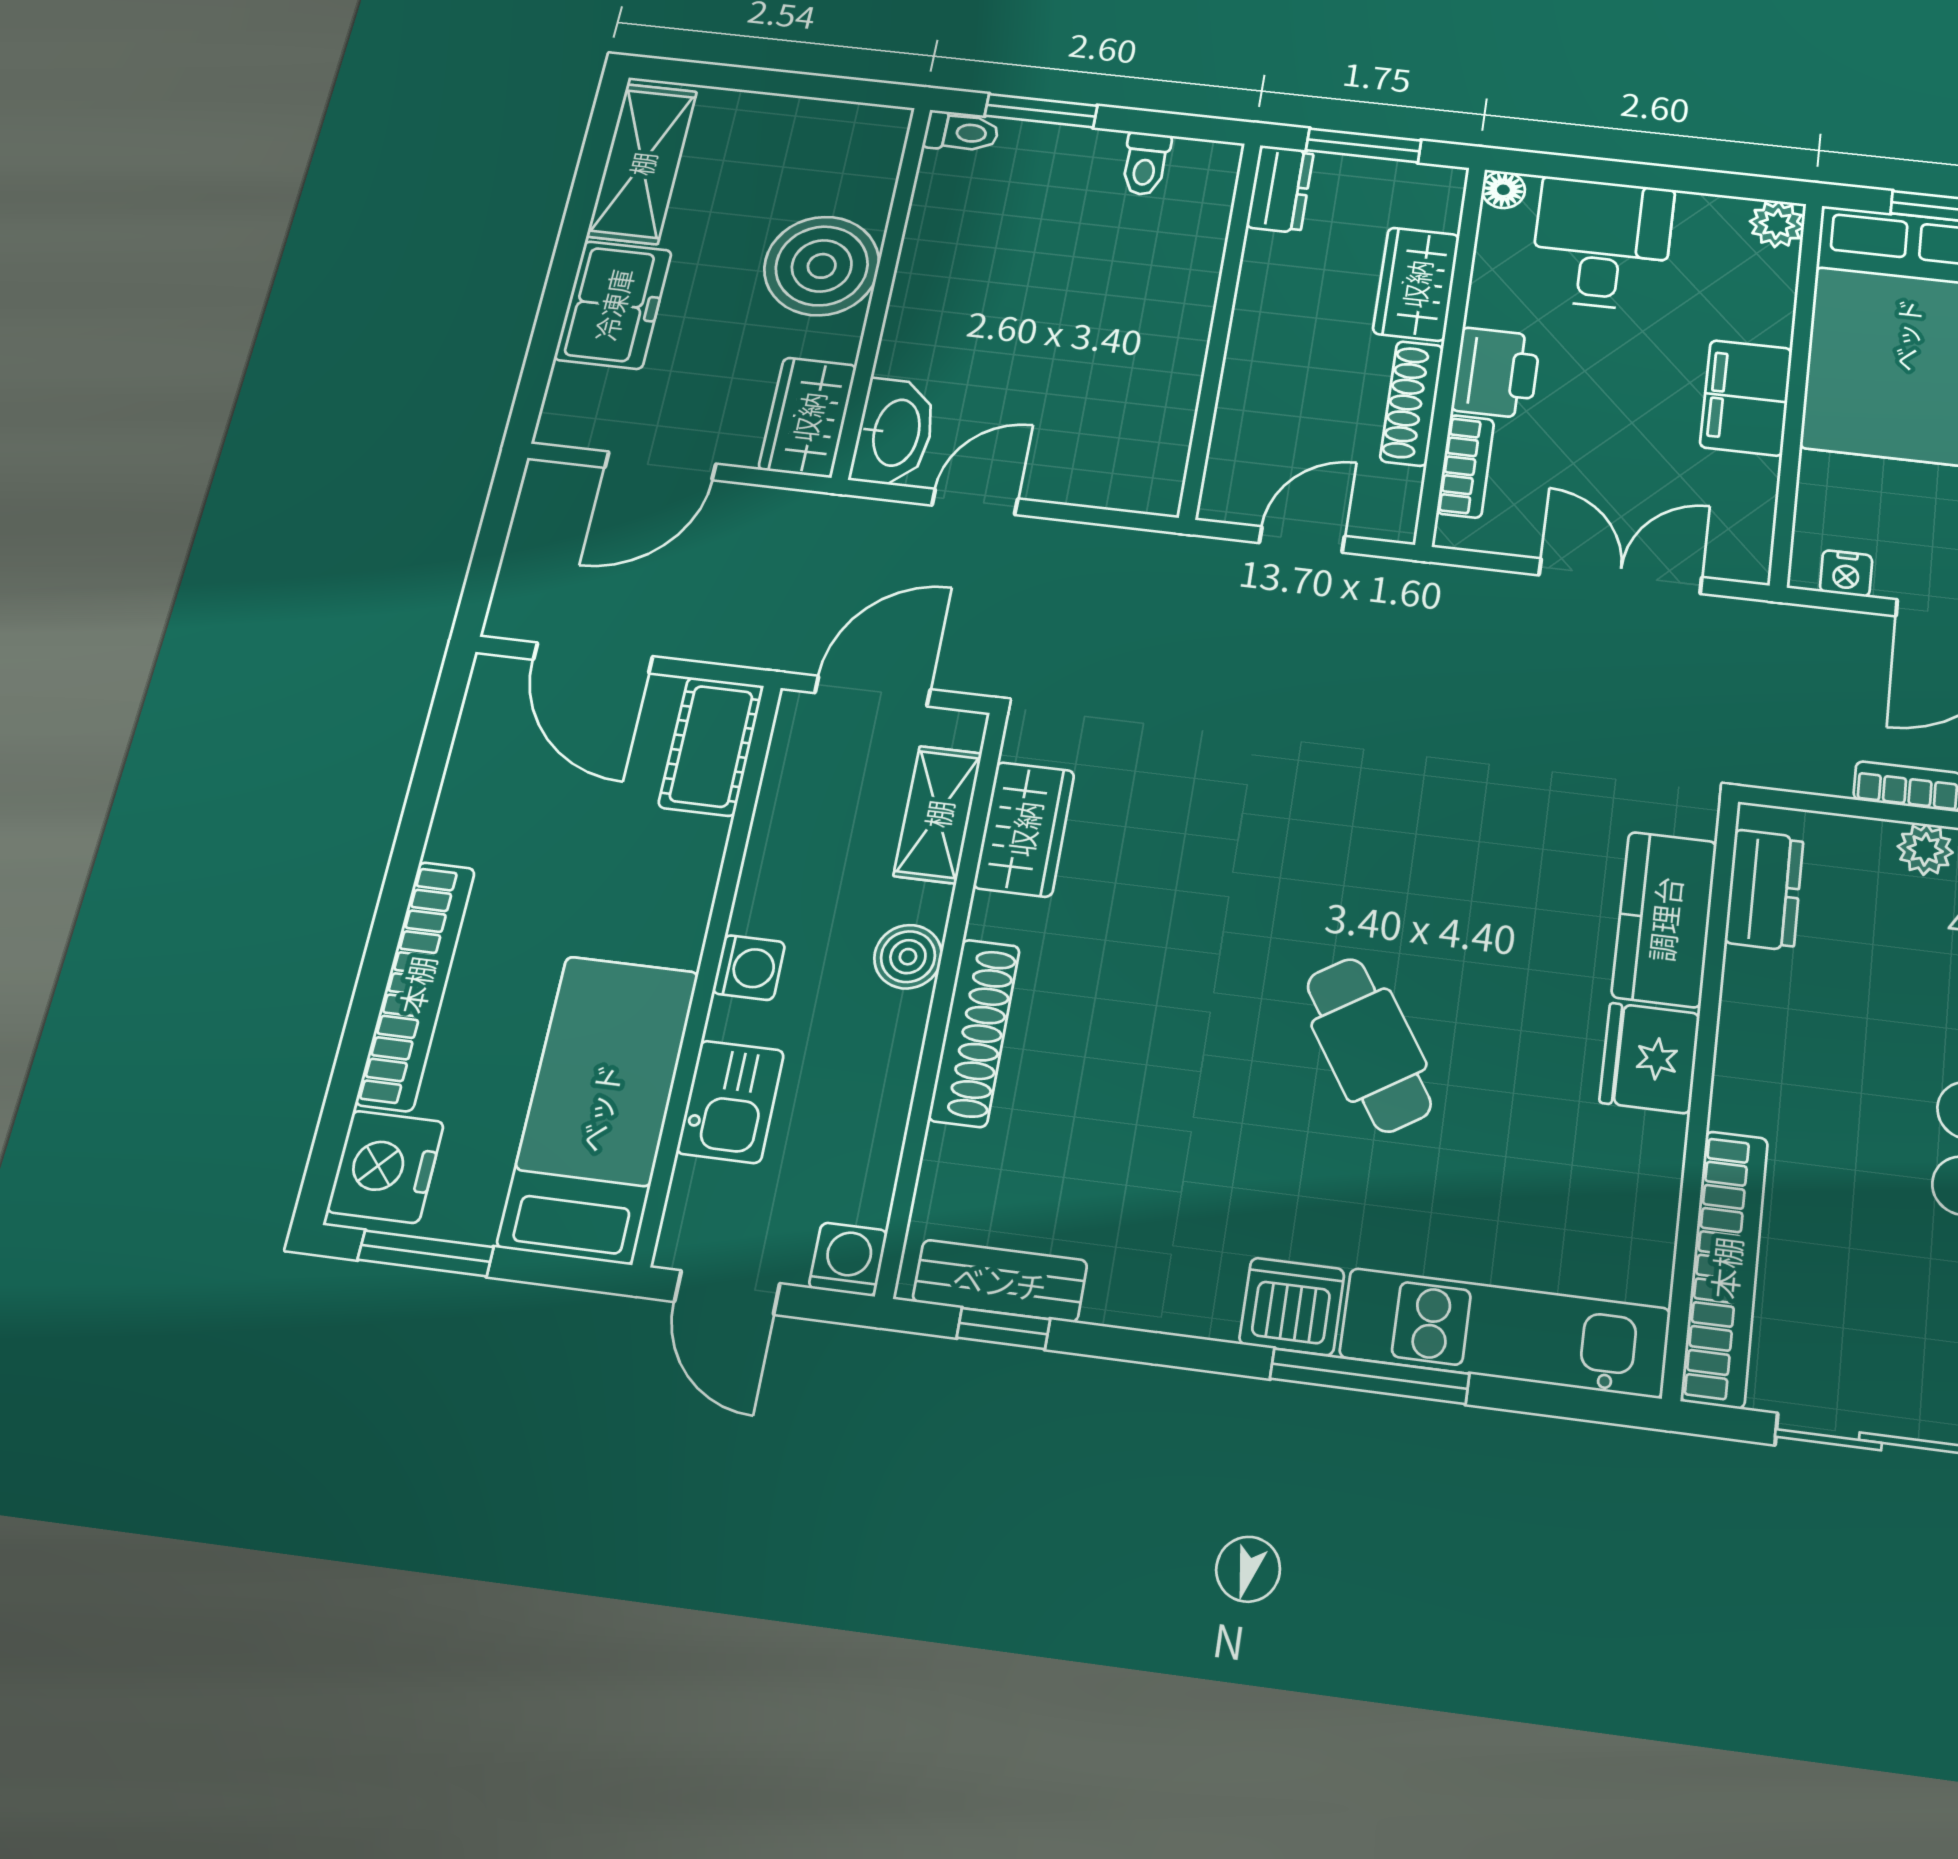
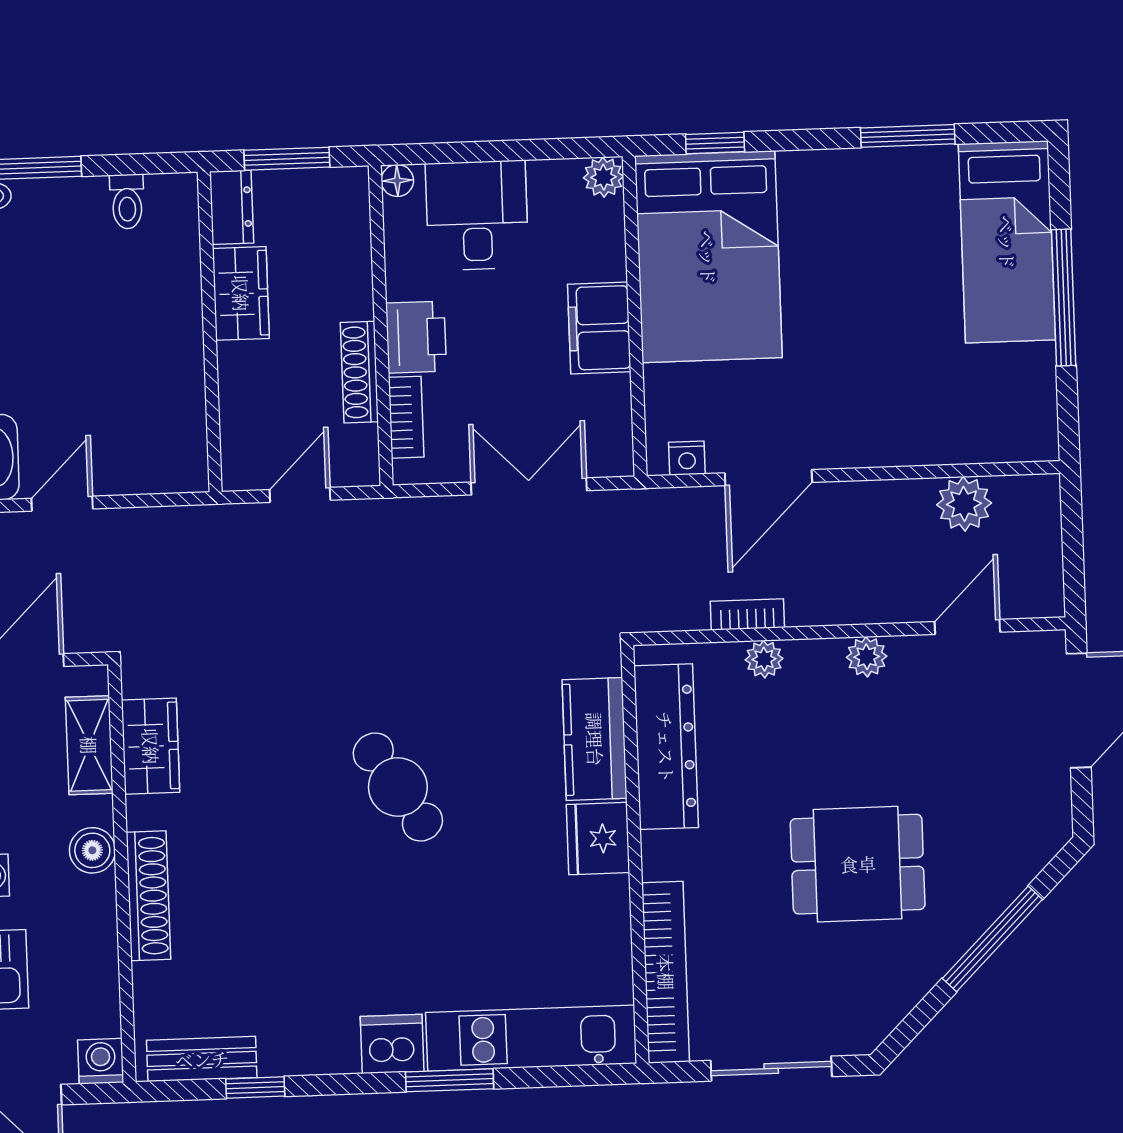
wardrobe: (1416, 284) -> (241, 293), moved, turned 180
dresser: (1764, 890) -> (666, 747), width x1.96, depth x1.24
cafe table: (1369, 1045) -> (398, 787), moved
window: (1003, 1329) -> (255, 1087), moved
window: (1370, 1376) -> (450, 1080), width x0.69

